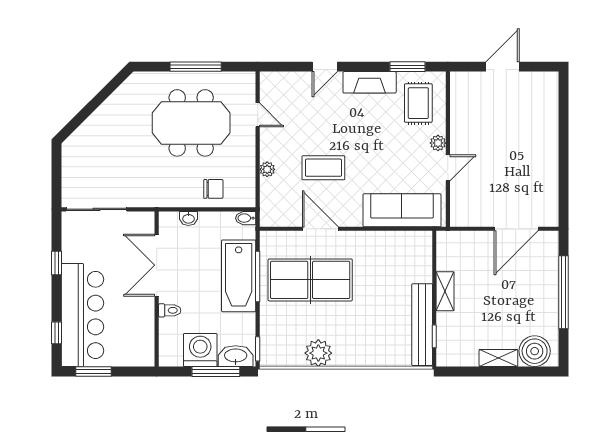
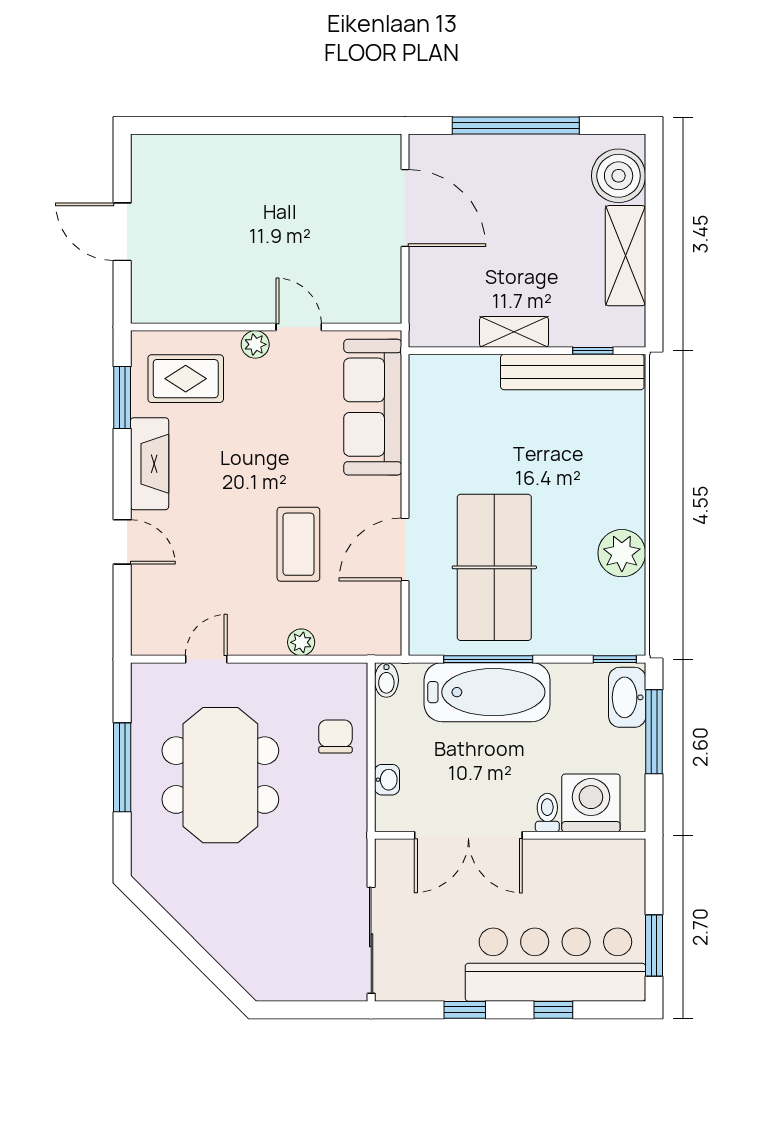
window: (57, 333) -> (553, 1010), moved
washing machine: (200, 350) -> (591, 803), moved, turned 90
shelving: (498, 358) -> (625, 256), width x1.50, depth x1.33

